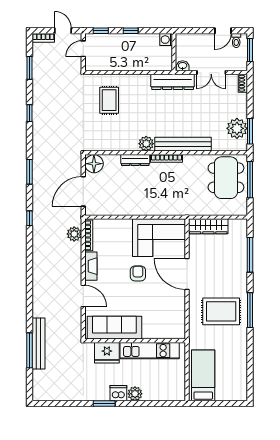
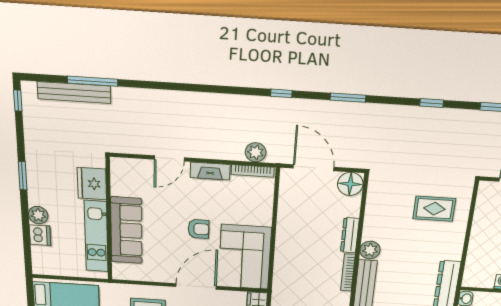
sofa: (114, 328) -> (126, 230), moved
bench: (39, 343) -> (74, 92), moved
dishwasher: (118, 393) -> (40, 235), moved
window: (47, 404) -> (18, 101), added

